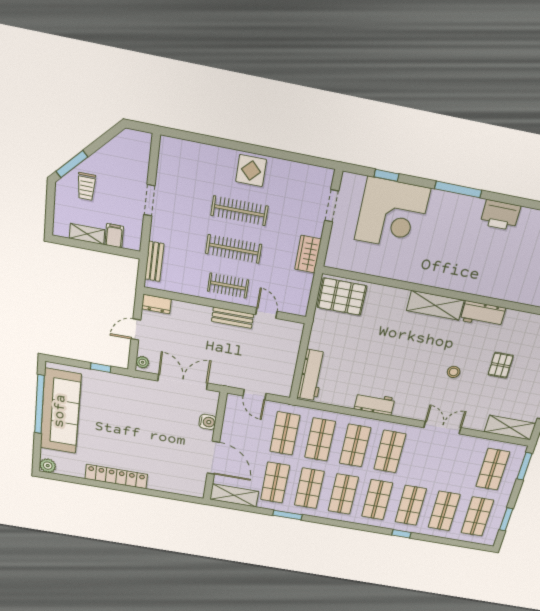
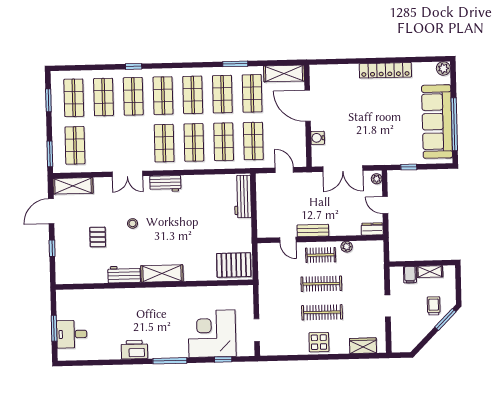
wardrobe: (308, 254) -> (363, 346), moved, turned -90
bench: (154, 261) -> (378, 262), removed
plant: (193, 289) -> (347, 247), added
door: (136, 329) -> (385, 205), swing flipped
workbench: (375, 404) -> (165, 184), moved

